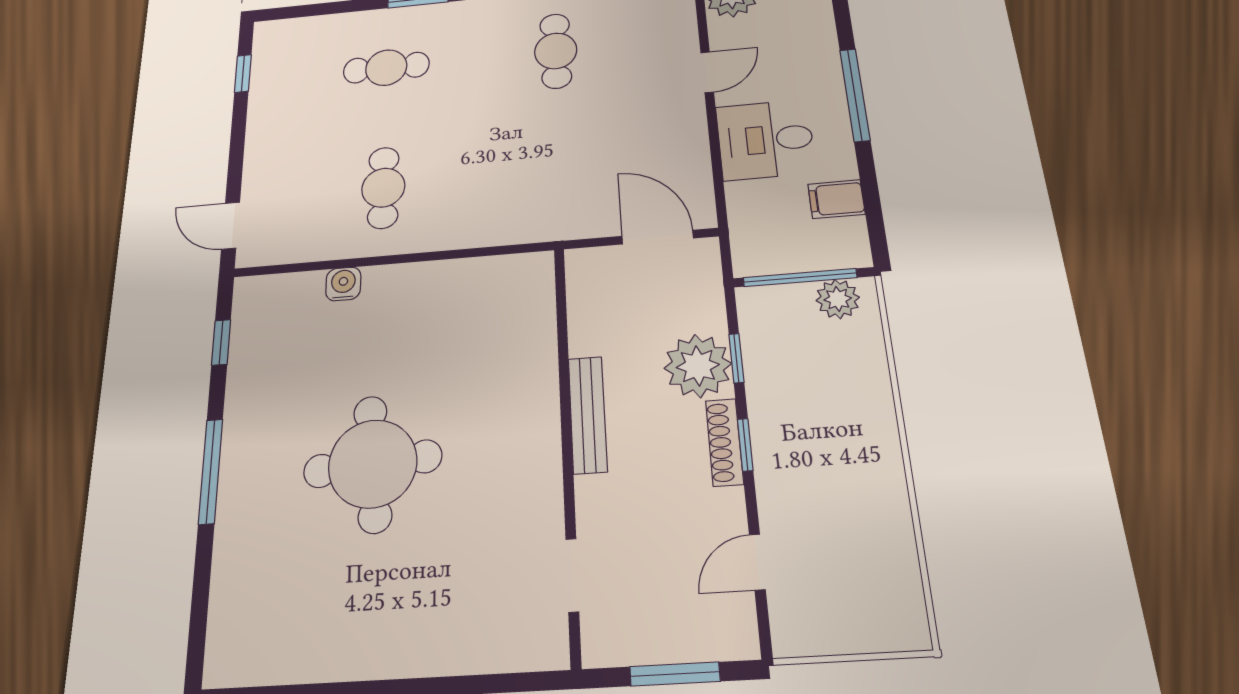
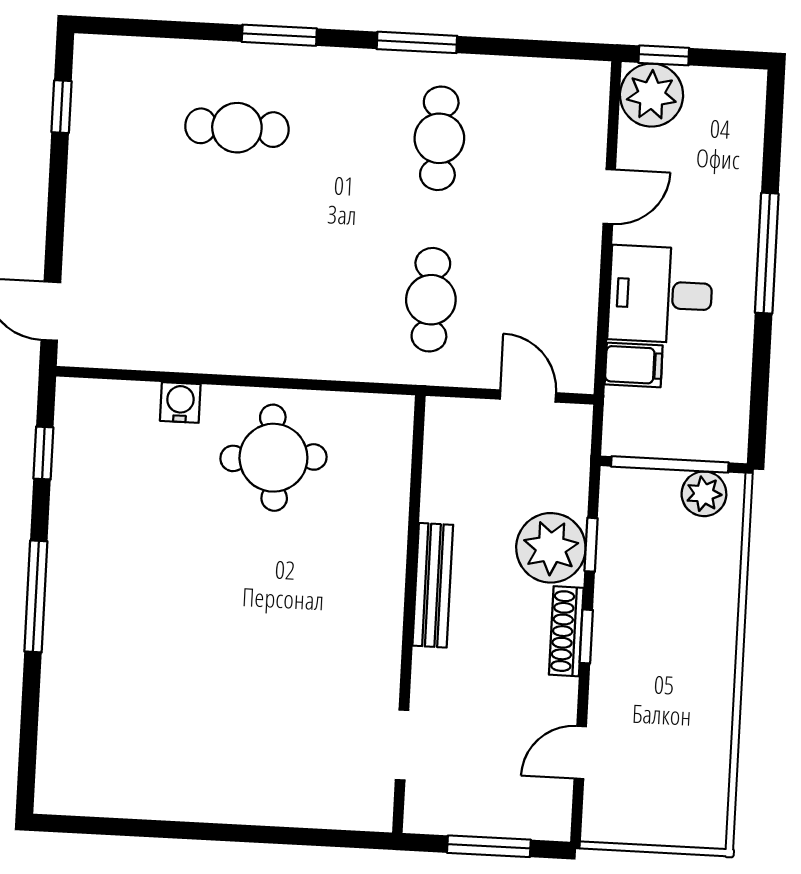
cafe table: (383, 188) -> (431, 300), moved
filing cabinet: (836, 199) -> (634, 365), moved, turned 180
door: (658, 237) -> (528, 396), width x0.73
round table: (373, 464) -> (273, 458), moved, width x0.73, depth x0.73

